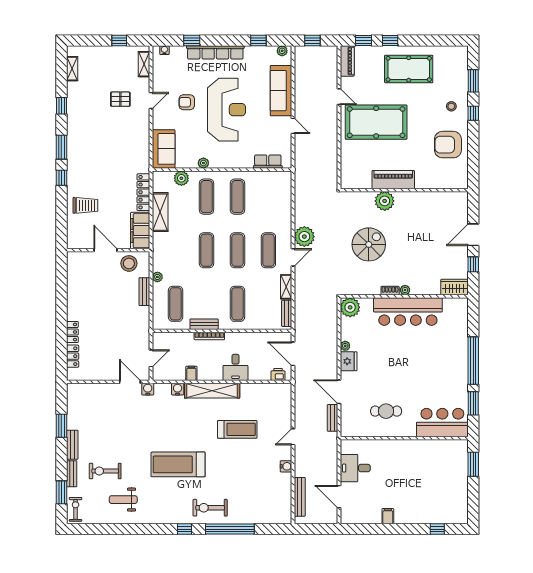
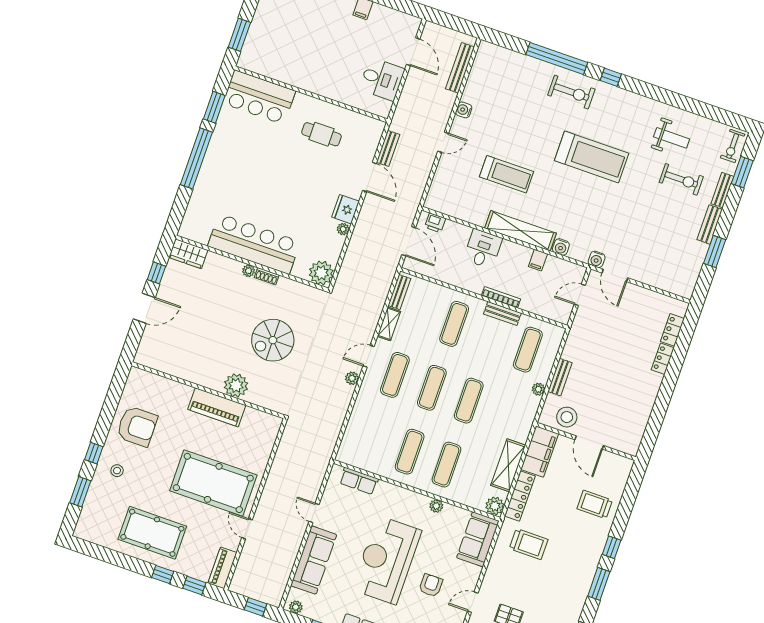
armchair: (187, 102) -> (431, 585), turned -90
trolley: (124, 159) -> (529, 544), added
plant: (181, 178) -> (495, 506), moved
plant: (304, 237) -> (352, 378), width x0.53, depth x0.53
treadmill: (237, 429) -> (506, 174), turned 180

